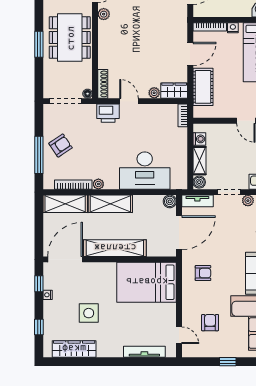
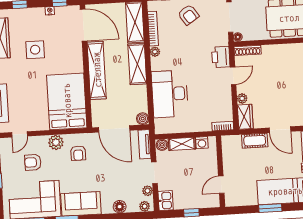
cot: (203, 87) -> (255, 141), width x0.73, depth x0.75
plant: (190, 296) -> (56, 142), added
armchair: (210, 323) -> (33, 162), turned 180

